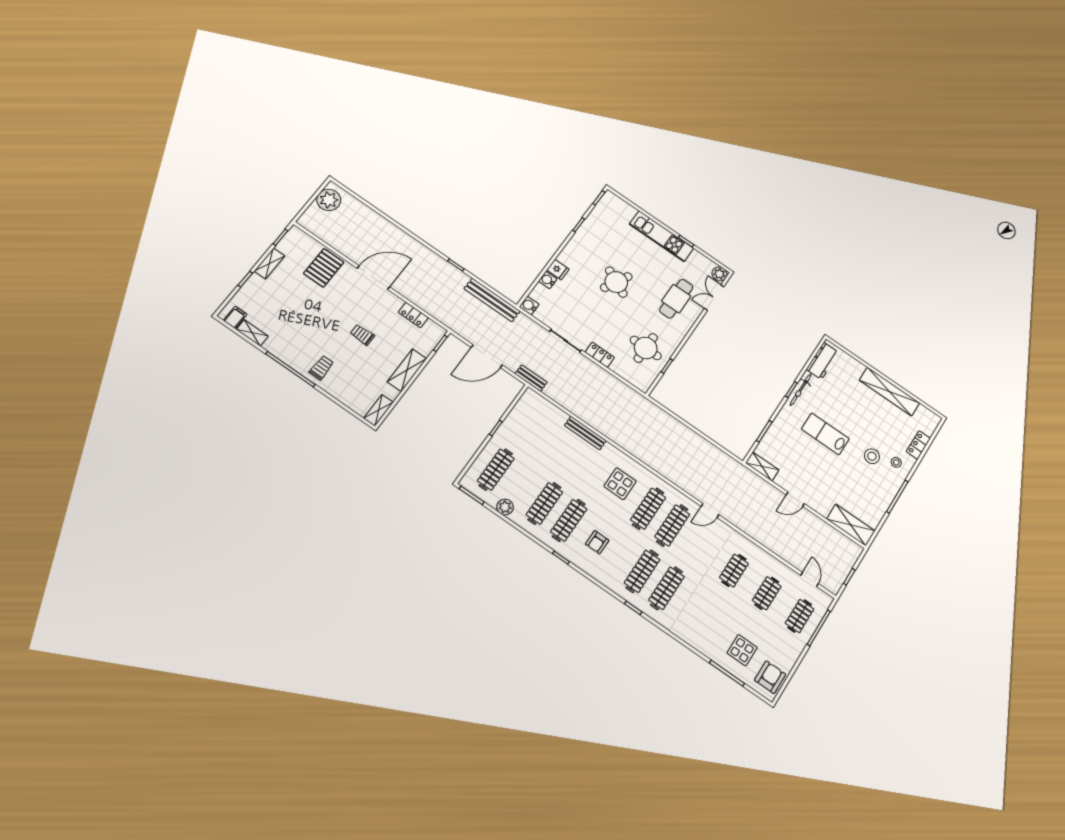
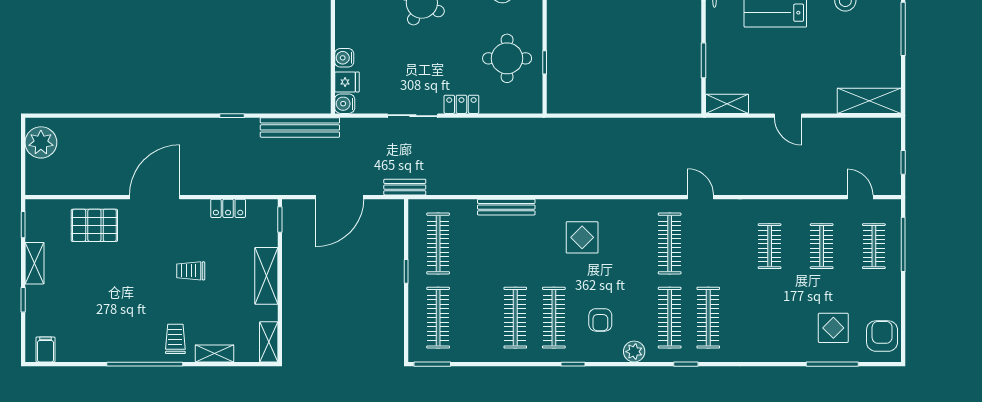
pallet: (324, 268) -> (94, 225), turned 90
fridge: (558, 270) -> (347, 82), moved
shelving: (252, 333) -> (215, 353), moved
door: (795, 499) -> (788, 116), hinge flipped
plant: (505, 507) -> (634, 352), moved
clothes rail: (648, 509) -> (438, 243), moved
door: (710, 511) -> (701, 197), swing flipped

